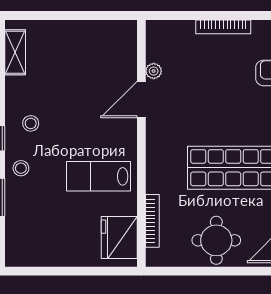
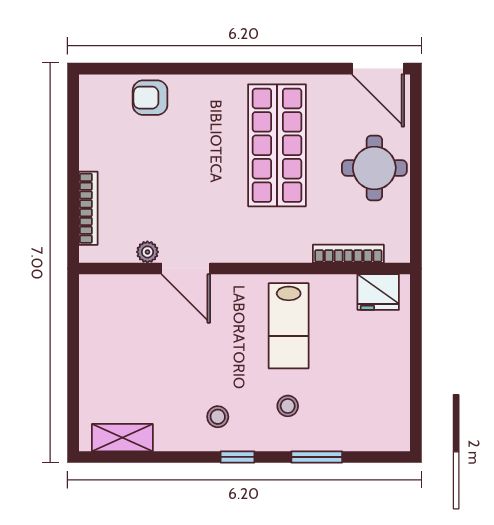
bookcase: (223, 27) -> (88, 208), moved
stool: (21, 168) -> (288, 406), moved
fridge: (119, 238) -> (378, 292), width x0.73, depth x0.75

